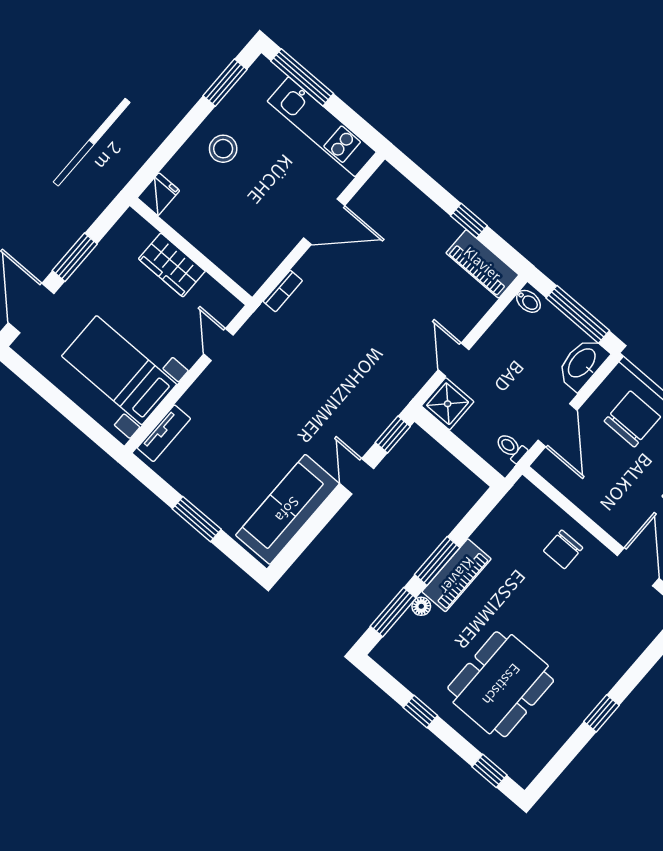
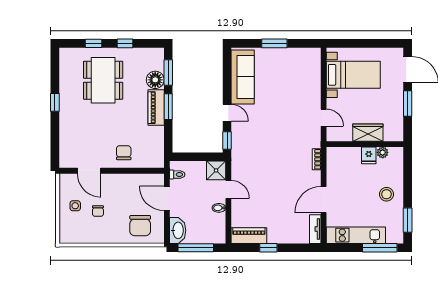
fridge: (158, 194) -> (369, 155), moved
plant: (175, 216) -> (383, 152), added
bidet: (528, 301) -> (219, 208), moved
tv unit: (164, 433) -> (315, 229), moved
floor lamp: (421, 606) -> (155, 80), width x1.89, depth x1.89
window: (489, 771) -> (94, 43), moved

